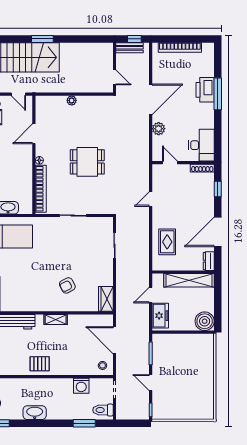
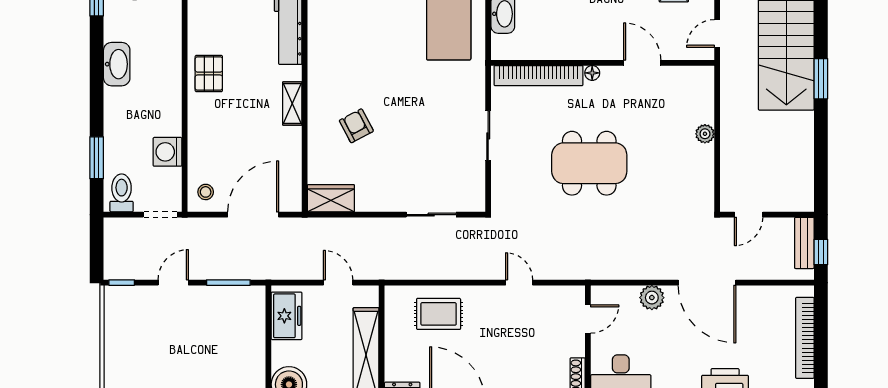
dining table: (87, 162) -> (589, 163), width x1.37
freezer: (160, 316) -> (287, 316), moved, turned -90

